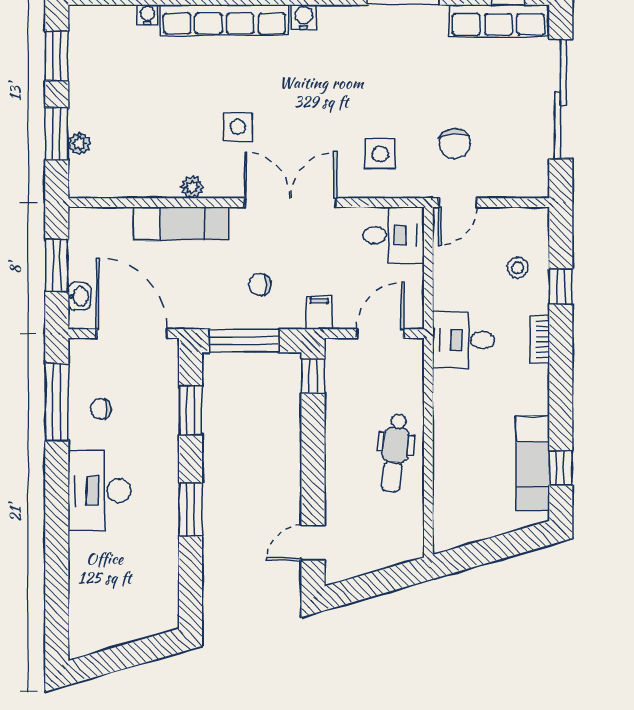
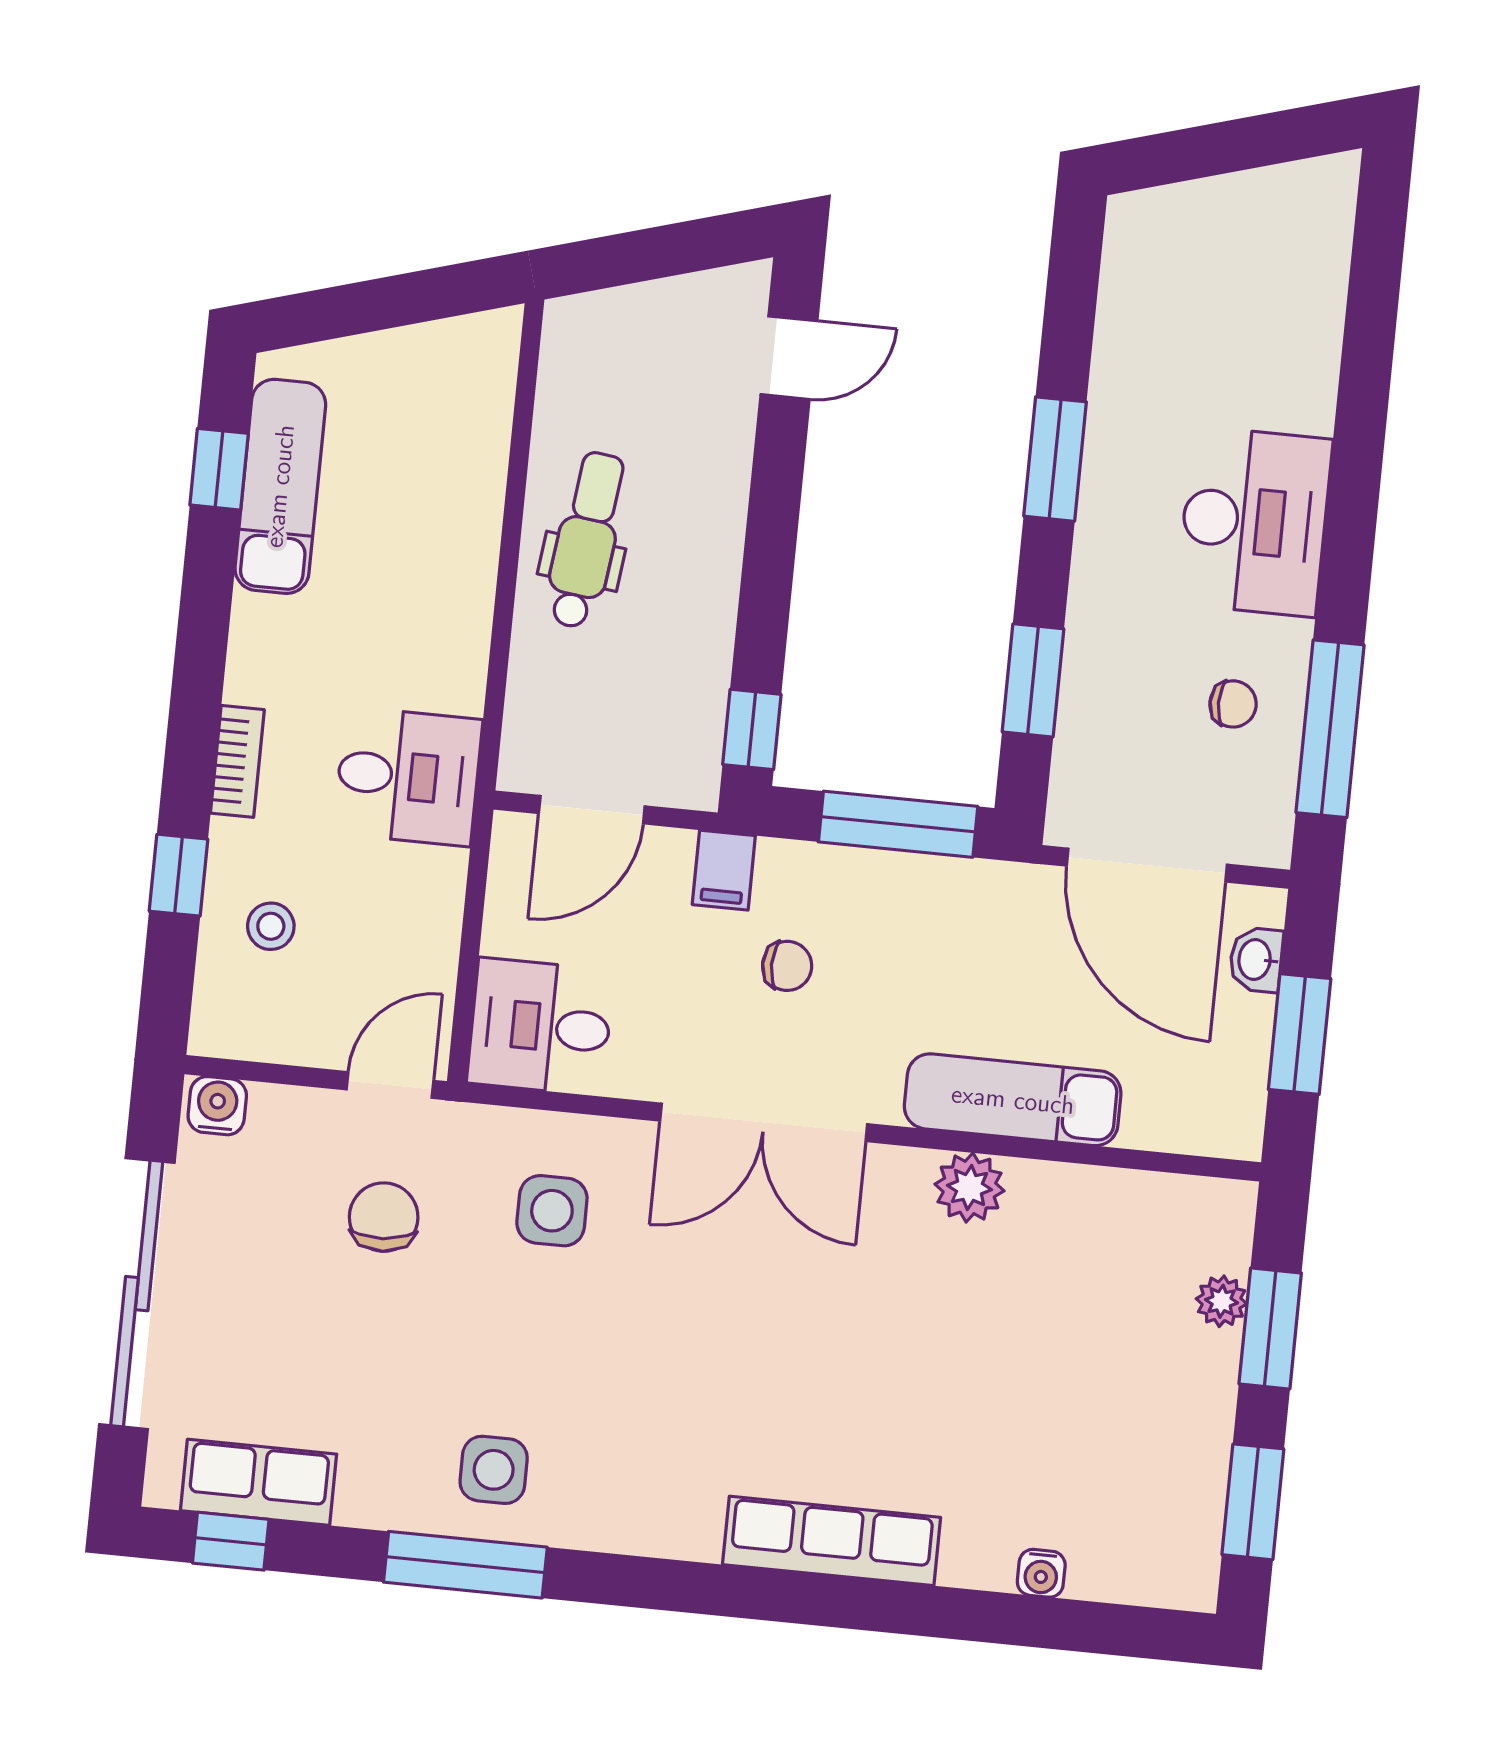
water cooler: (304, 17) -> (217, 1106), moved, turned 180
row of seats: (224, 20) -> (832, 1541), width x0.73
row of seats: (498, 21) -> (258, 1482), width x0.68
side table: (238, 127) -> (494, 1470), moved
plant: (192, 187) -> (969, 1187), width x1.38, depth x1.38
chair: (260, 285) -> (787, 966), moved

